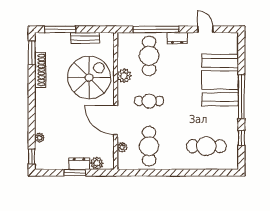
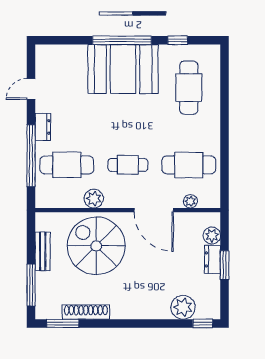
booth: (220, 80) -> (123, 69), moved
cafe table: (149, 101) -> (128, 165), turned 90
door: (116, 120) -> (154, 210), hinge flipped
plant: (40, 138) -> (183, 307), width x1.88, depth x1.88

